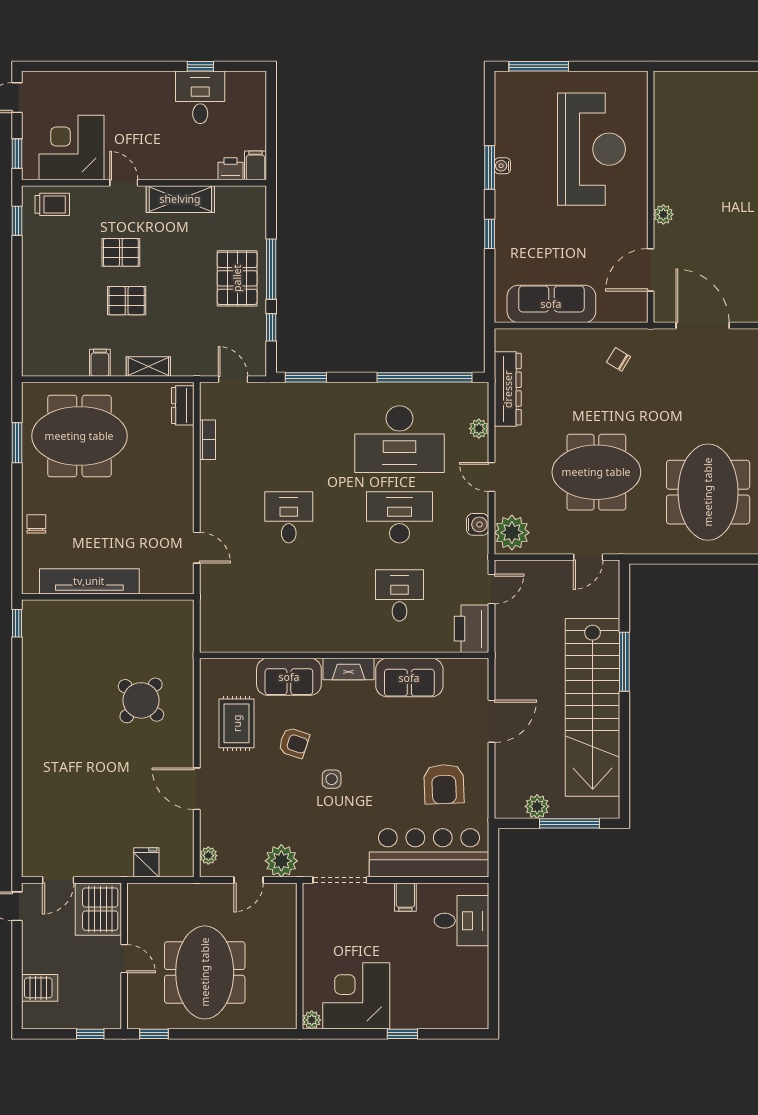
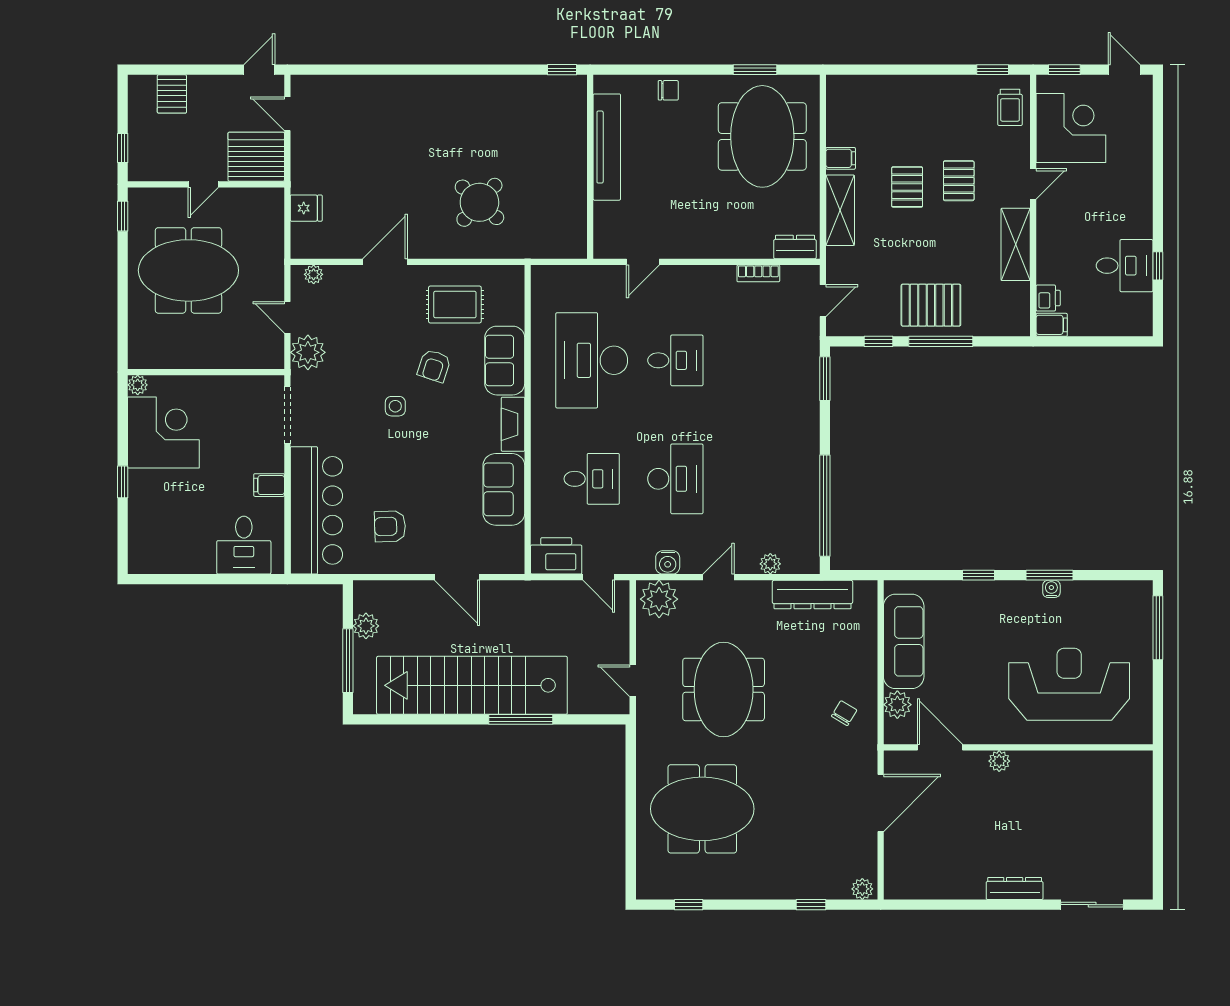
reception desk: (591, 149) -> (1069, 684), turned 180
plant: (611, 310) -> (897, 705), added
shelving: (148, 367) -> (840, 210), width x1.50, depth x1.33
desk: (399, 439) -> (592, 360), moved
armchair: (444, 784) -> (390, 526), width x0.72, depth x0.72

